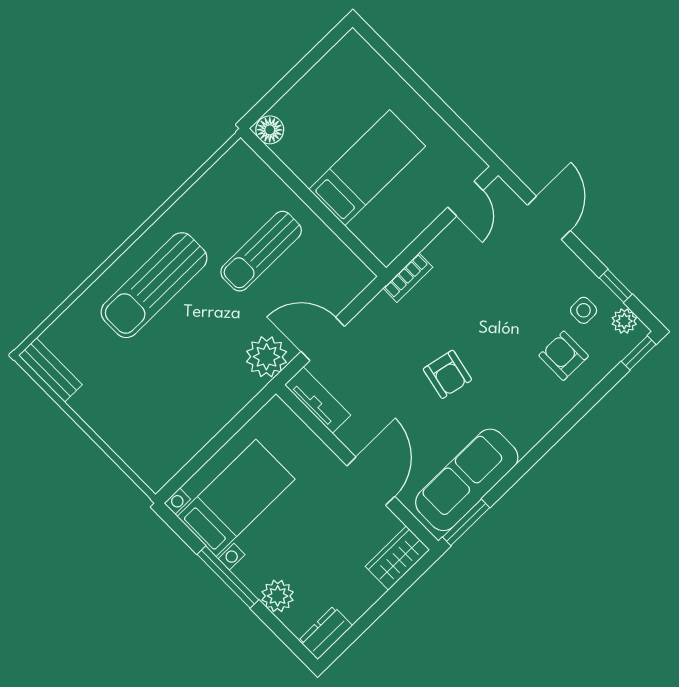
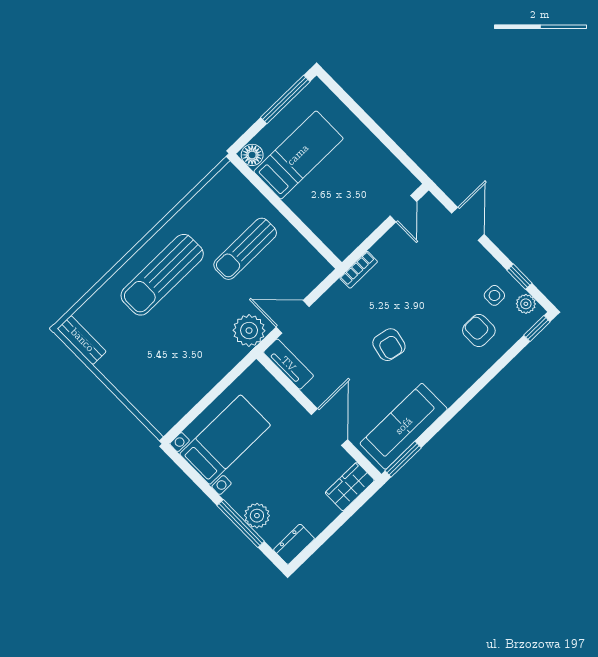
window: (312, 58) -> (285, 99), added
bed: (367, 168) -> (298, 155), moved
window: (228, 577) -> (241, 523), moved

